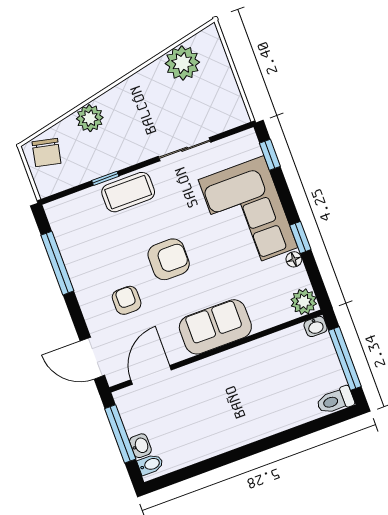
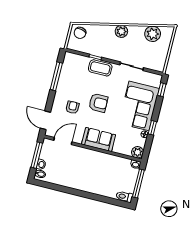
plant: (90, 118) -> (121, 31), moved

